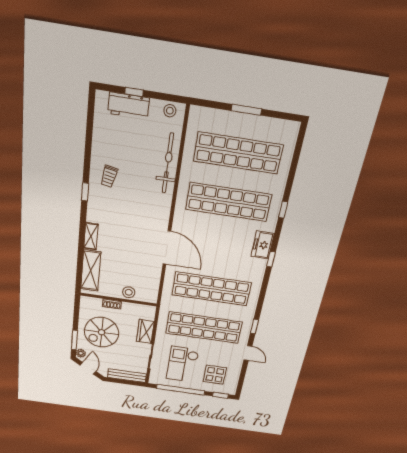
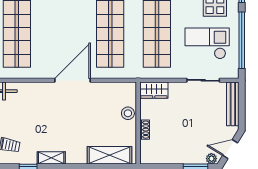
shelving: (91, 236) -> (51, 158), moved
wardrobe: (145, 331) -> (154, 90), moved
spiral stairs: (102, 332) -> (181, 138), removed
checkout: (182, 364) -> (207, 43), turned 180

